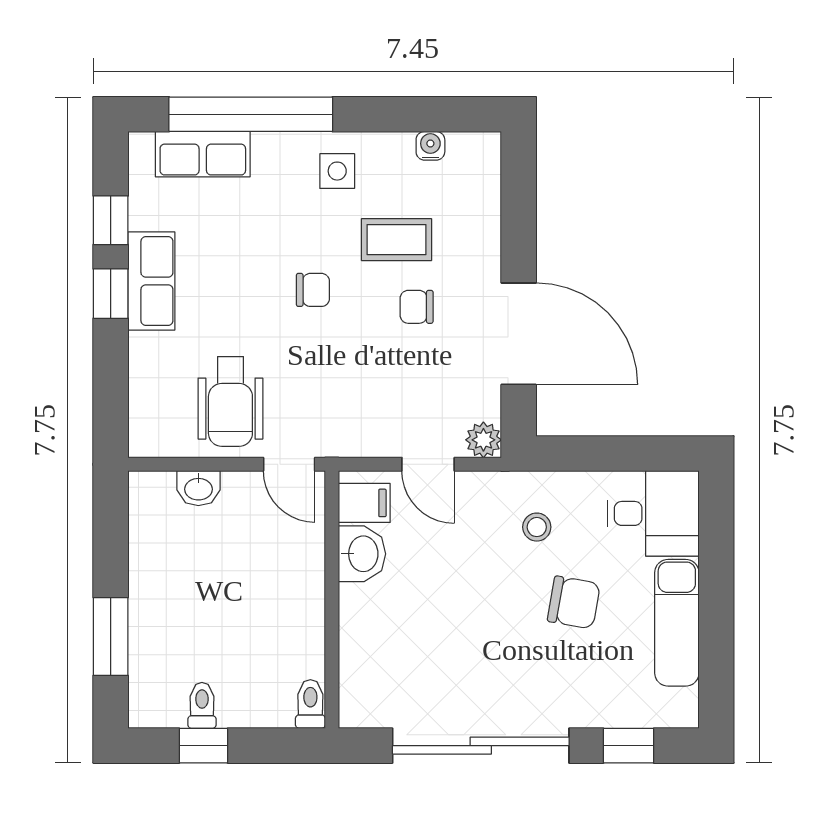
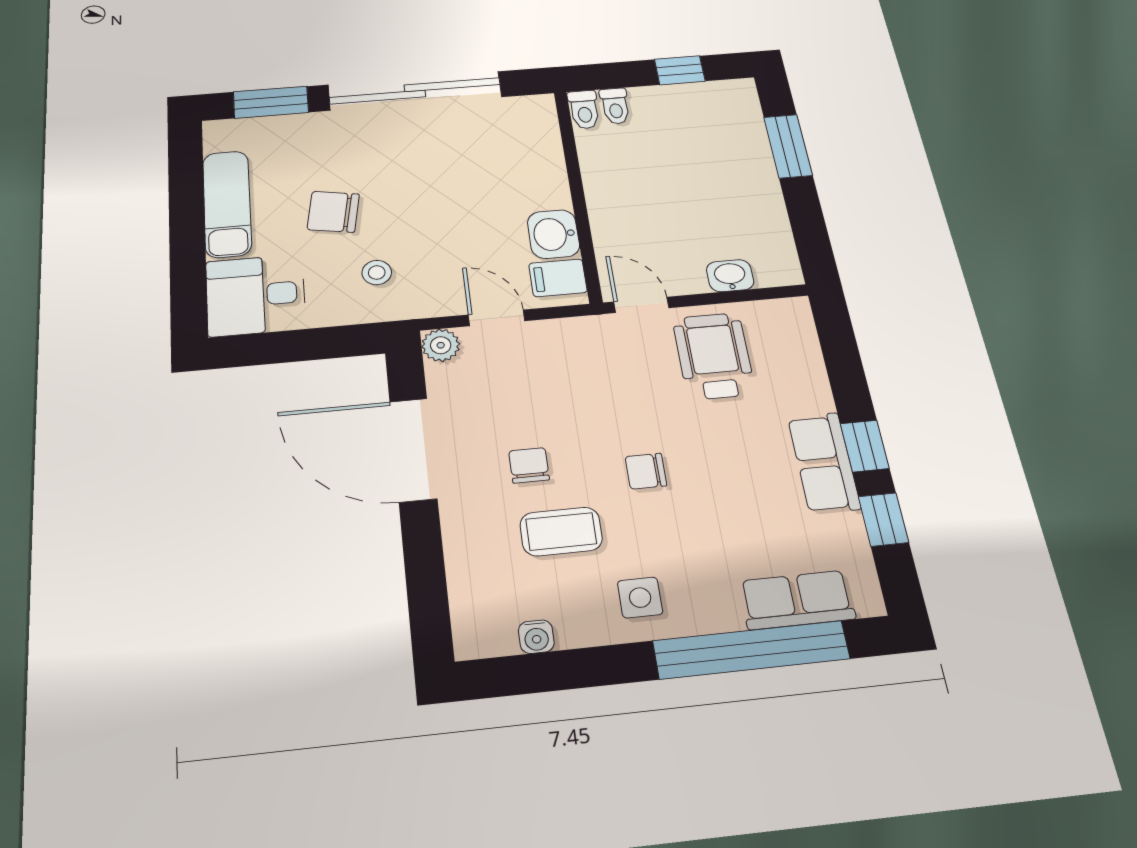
chair: (417, 307) -> (529, 465), turned -90
toilet: (202, 705) -> (615, 106), moved
window: (629, 746) -> (271, 102), width x1.50

